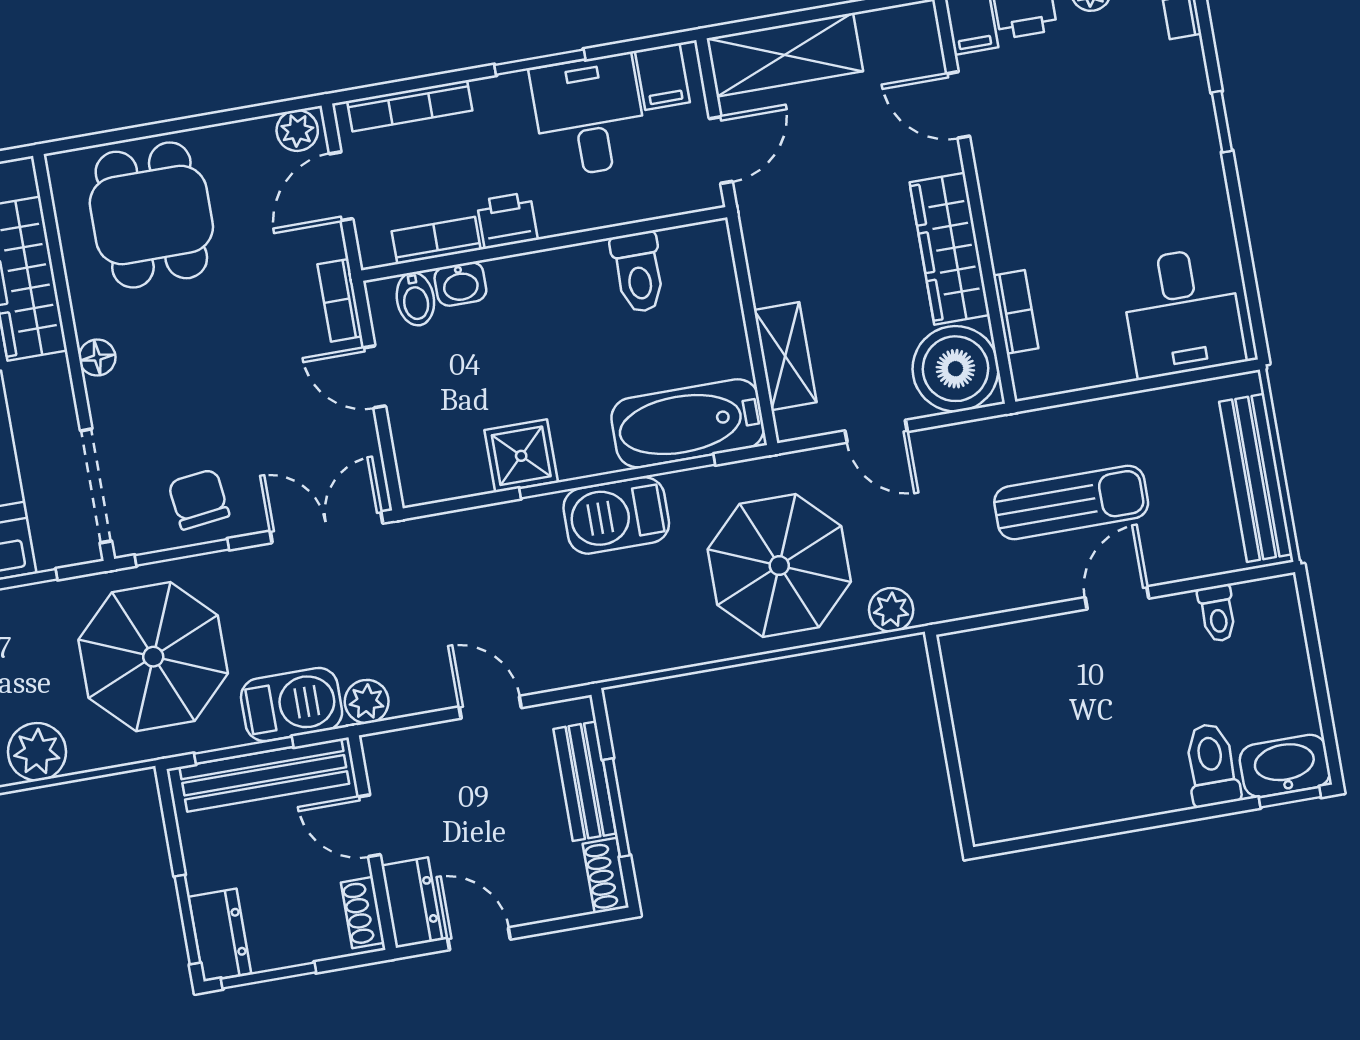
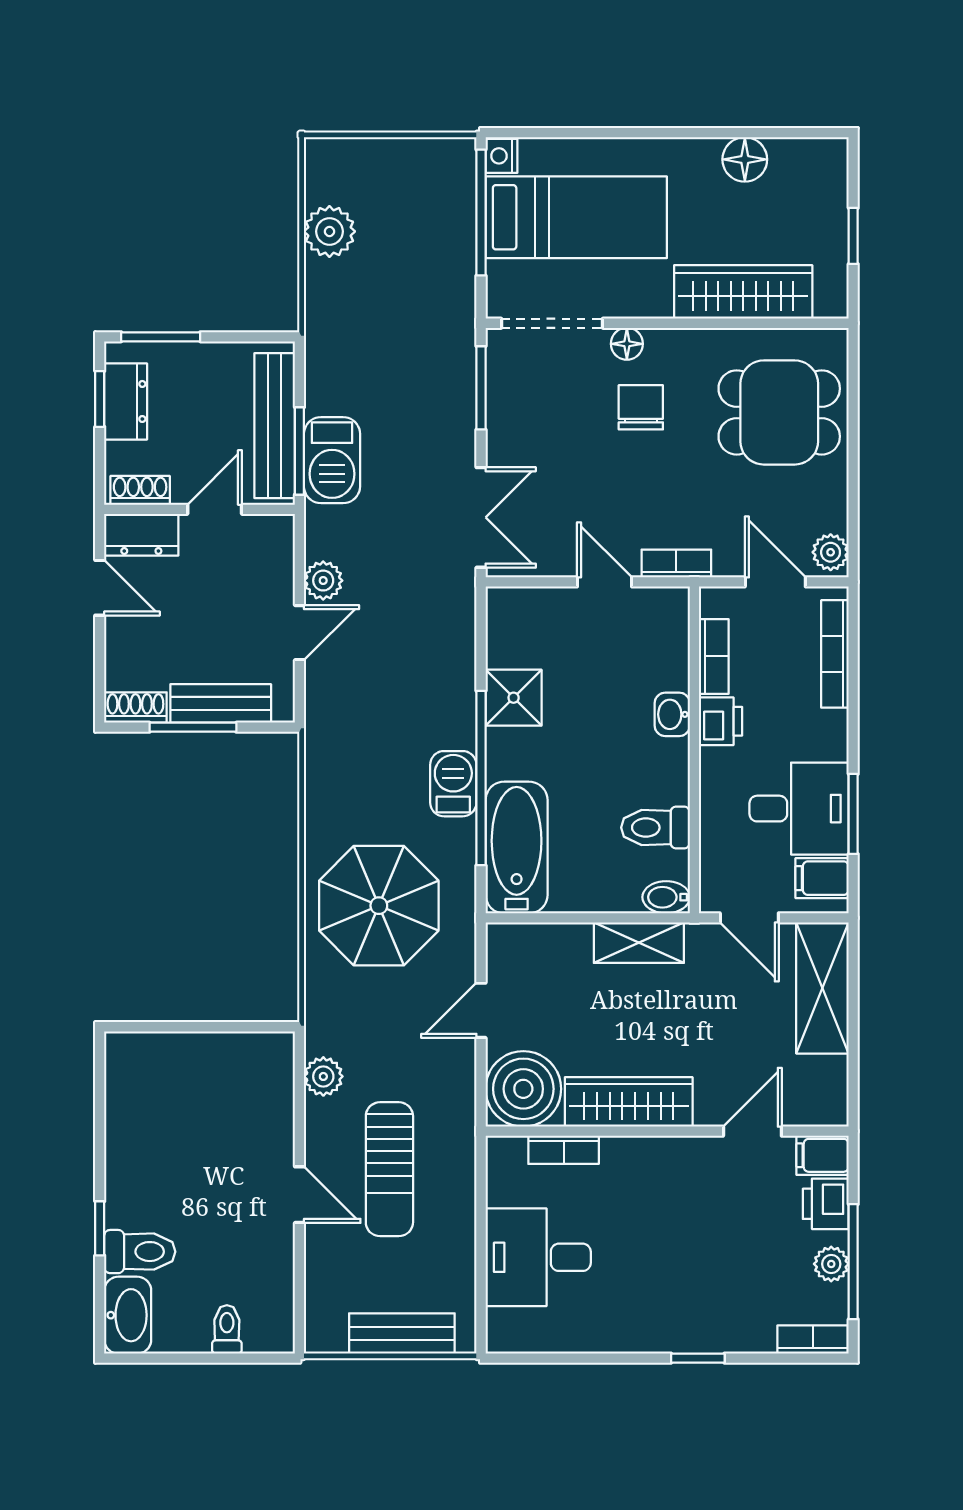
window: (540, 62) -> (853, 814), moved
washbasin: (460, 284) -> (672, 714), moved
bidet: (415, 299) -> (666, 897), moved
desk: (1182, 312) -> (538, 1257), moved
shelving: (785, 356) -> (639, 943), moved
floor lamp: (97, 358) -> (627, 344), moved
door: (374, 377) -> (604, 582), hinge flipped
bench: (1256, 478) -> (402, 1333), width x0.73
chair: (199, 499) -> (641, 407), moved, turned -83
barbecue: (616, 515) -> (453, 784), width x0.73, depth x0.79
plant: (891, 610) -> (323, 1076), moved
toilet: (1217, 613) -> (227, 1329), moved, turned 90
parasol: (153, 657) -> (395, 347), removed
plant: (367, 702) -> (323, 581), moved
window: (244, 750) -> (299, 451), moved
window: (1290, 797) -> (100, 1228), moved
dresser: (220, 935) -> (126, 401), moved, turned -90
door: (479, 939) -> (100, 588), hinge flipped
window: (268, 975) -> (100, 399), width x0.67

